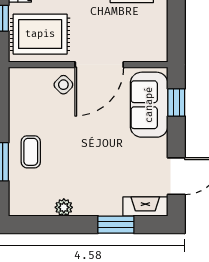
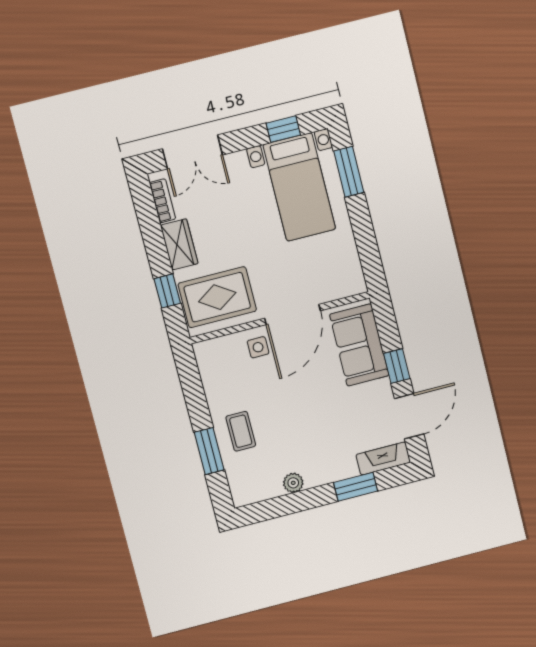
side table: (63, 85) -> (258, 347), turned 45
window: (176, 102) -> (397, 366), moved

